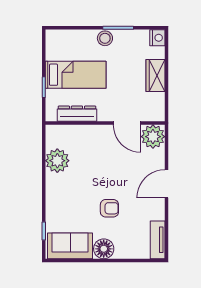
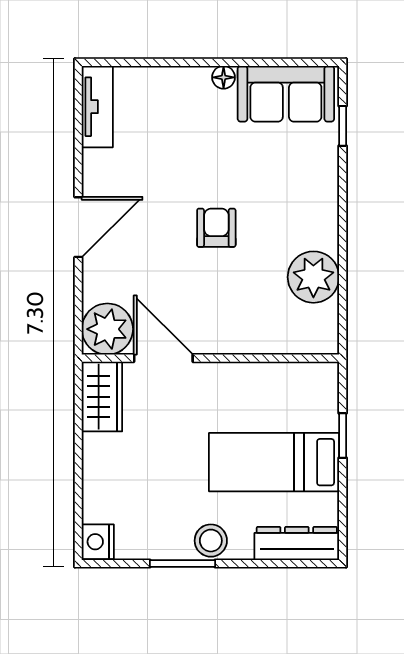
wardrobe: (156, 75) -> (102, 397), moved
dresser: (77, 114) -> (297, 543), moved, turned 180
armchair: (109, 208) -> (216, 228), moved, turned 90
floor lamp: (104, 249) -> (224, 77), width x0.53, depth x0.53

